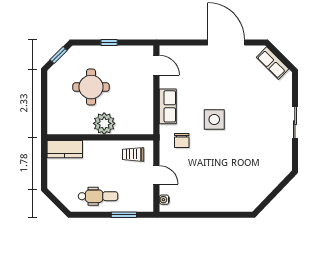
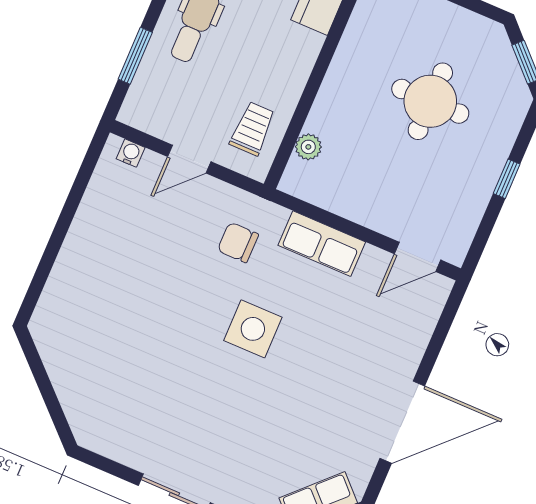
plant: (104, 123) -> (308, 147), moved, width x0.53, depth x0.53

